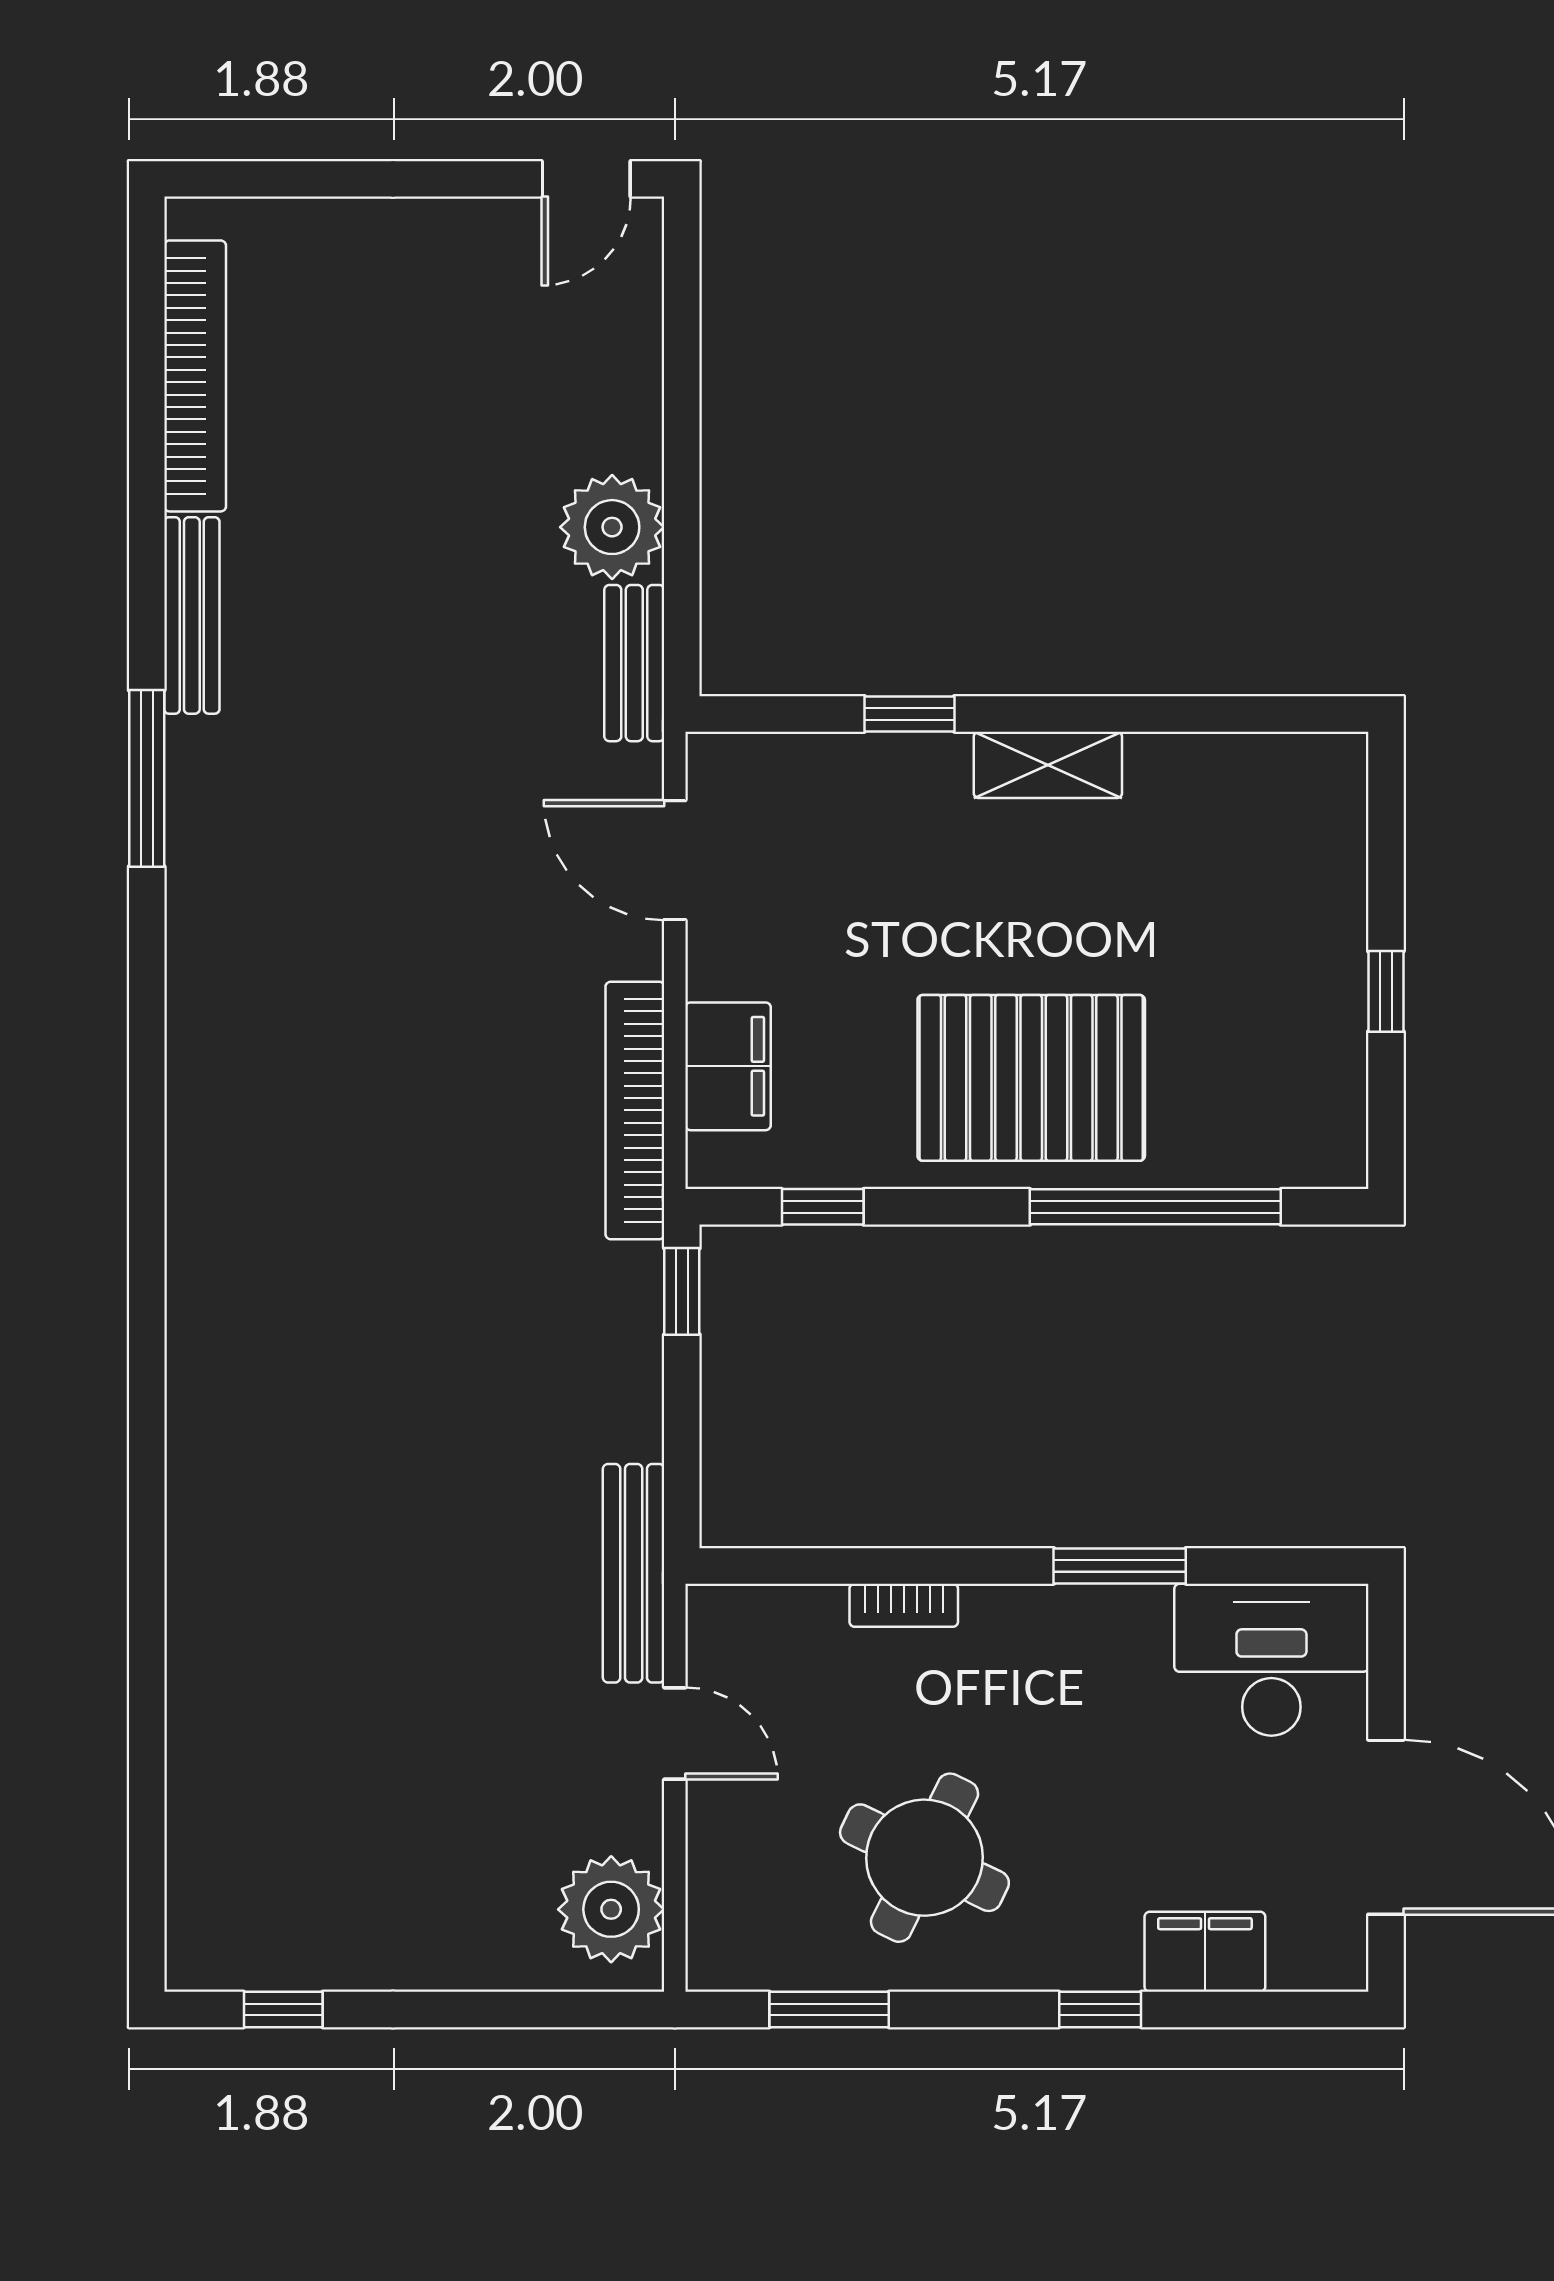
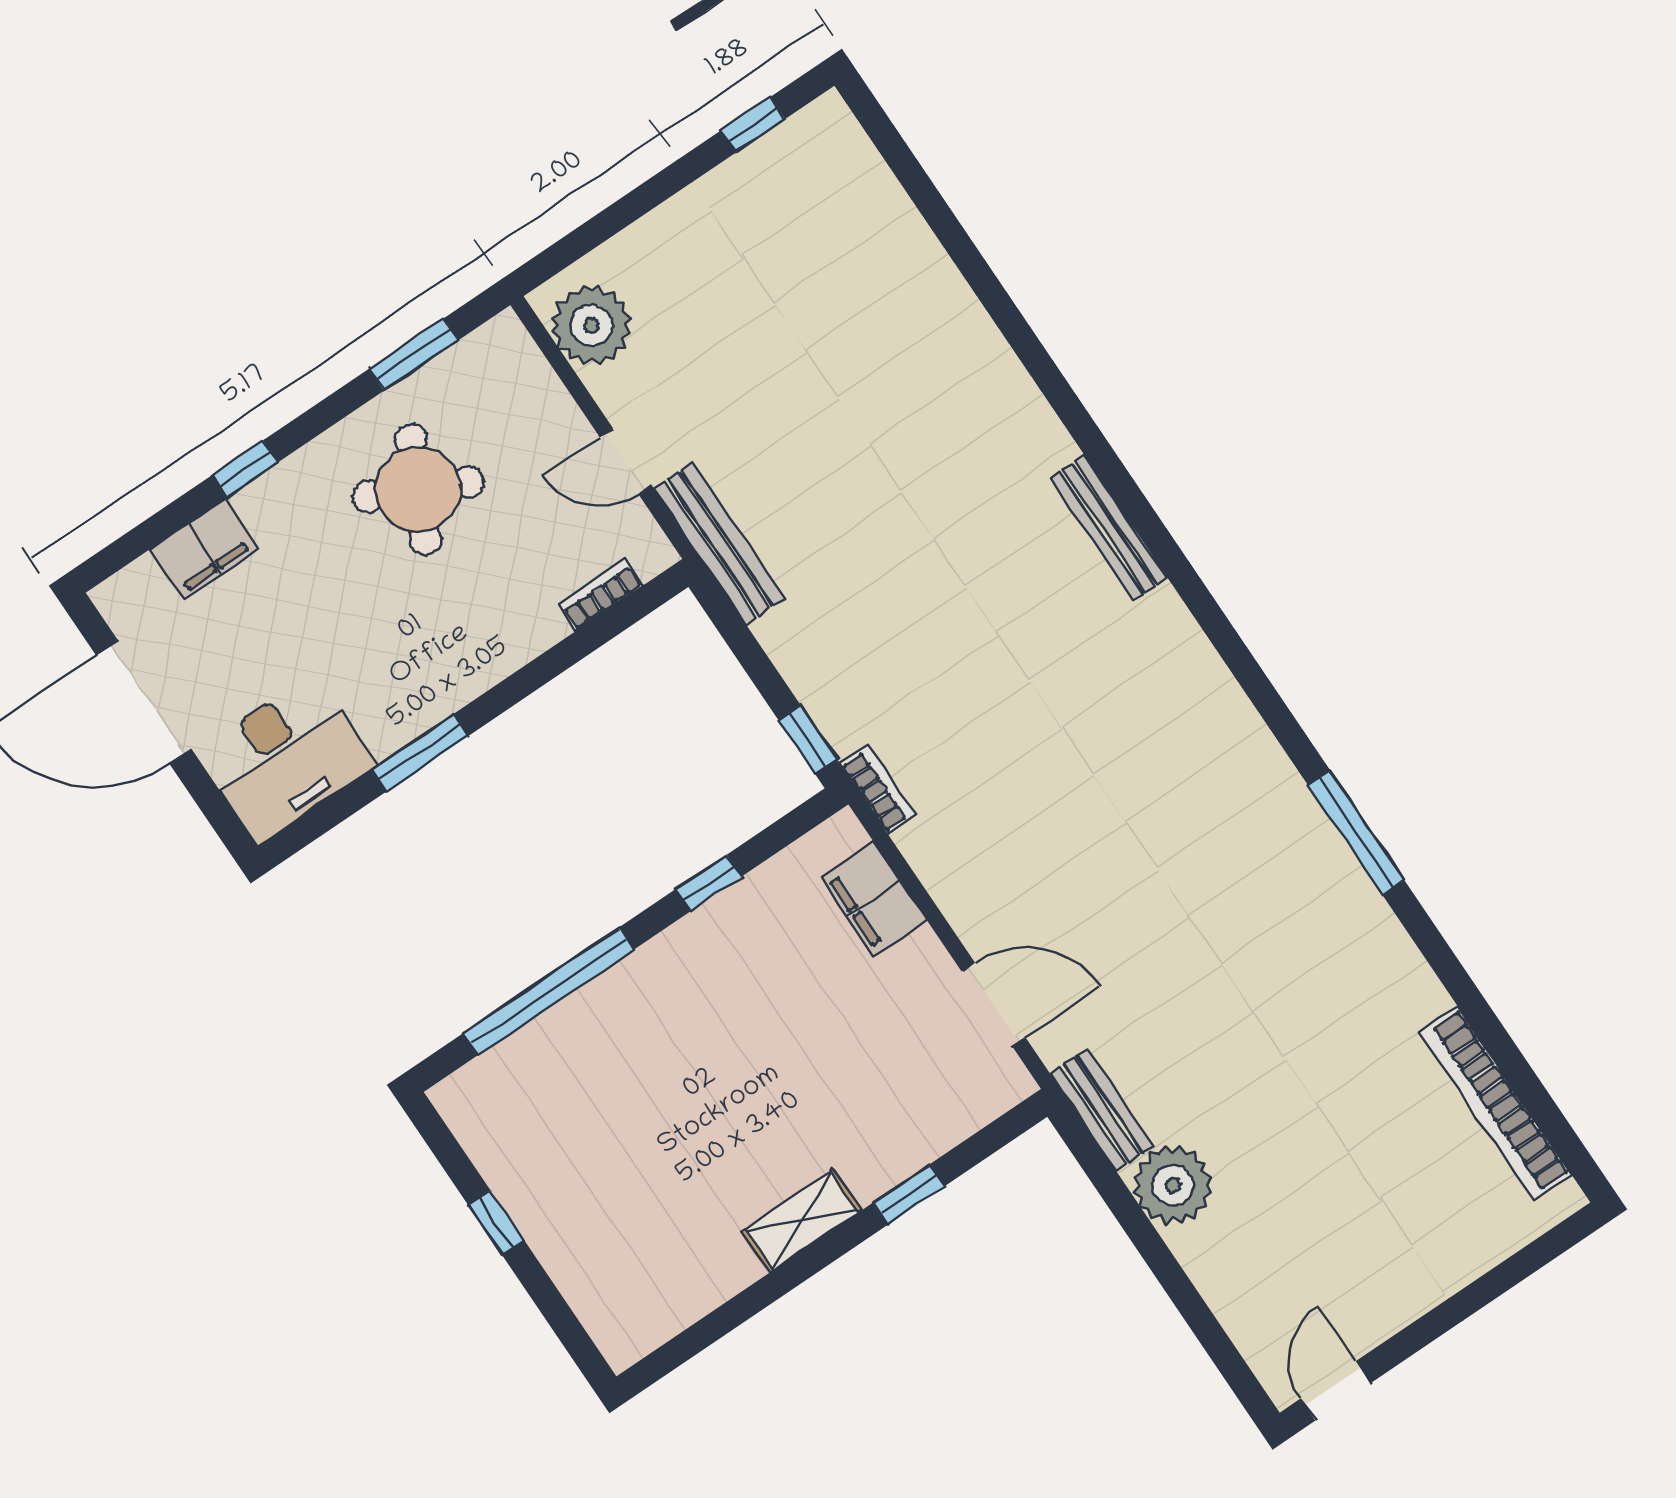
bench: (192, 615) -> (1109, 528), moved
pallet: (1031, 1078) -> (680, 1019), removed
bookcase: (635, 1110) -> (878, 789), width x0.43, depth x0.76
window: (823, 1207) -> (709, 883), moved
bookcase: (904, 1605) -> (600, 595), moved

